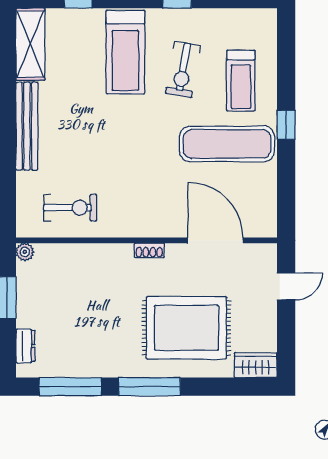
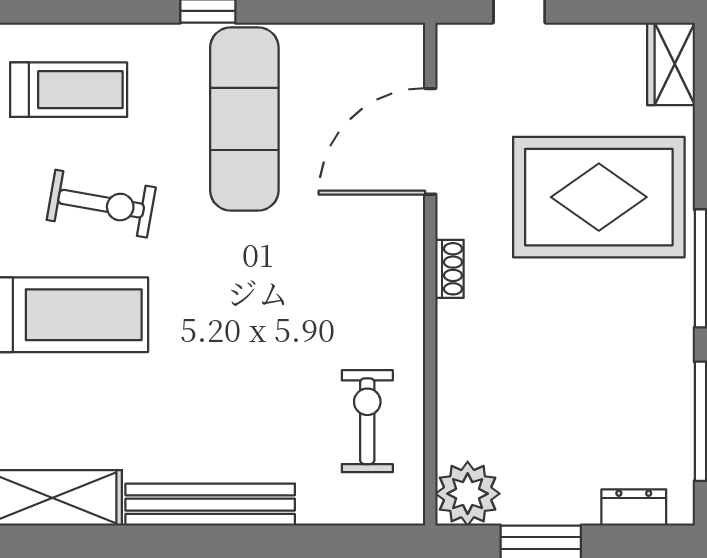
treadmill: (241, 81) -> (69, 90), moved
plant: (25, 252) -> (468, 494), width x1.88, depth x1.88
rug: (186, 328) -> (599, 197), turned 90

